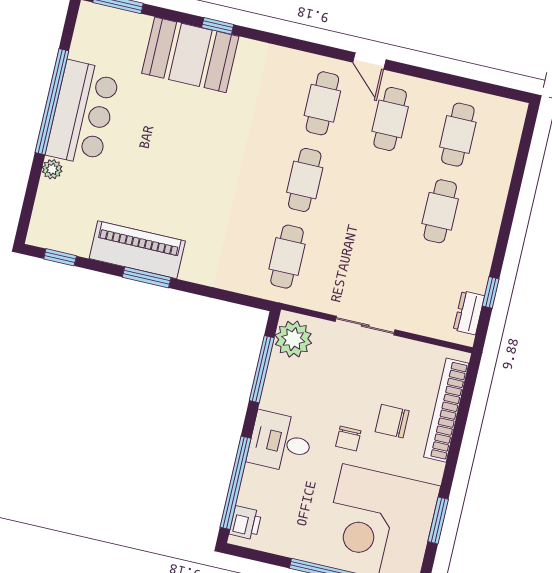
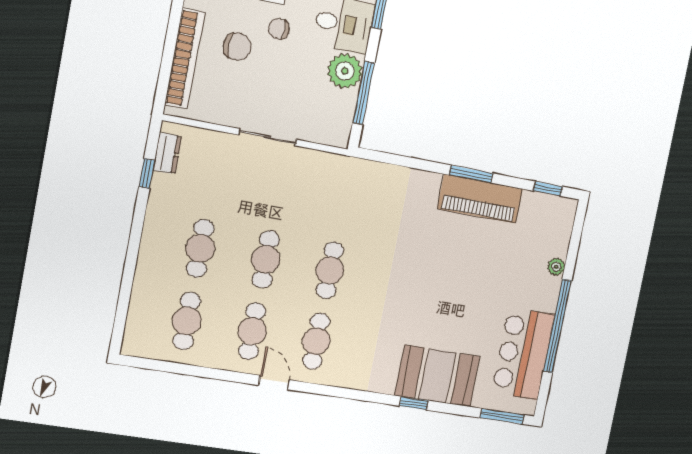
bar counter: (83, 113) -> (523, 354), moved
cafe table: (287, 257) -> (266, 259), moved
plant: (293, 339) -> (345, 71), moved
chair: (348, 439) -> (279, 29), turned -90

